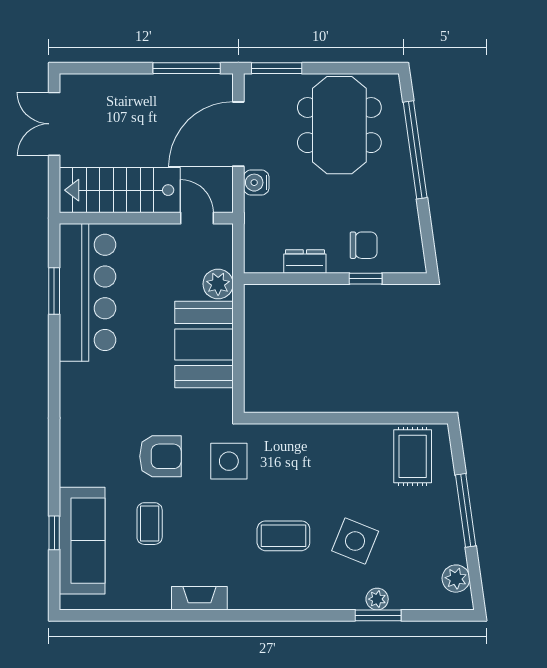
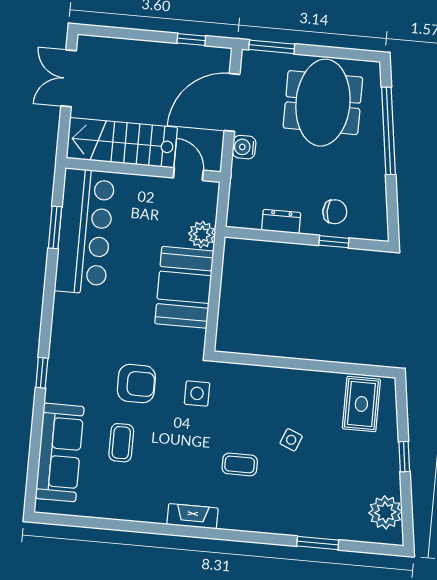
window: (187, 68) -> (191, 39), width x0.46
side table: (229, 461) -> (197, 393), width x0.73, depth x0.73
window: (466, 510) -> (404, 457), width x0.46
window: (54, 533) -> (42, 373), moved
coffee table: (283, 536) -> (240, 464), width x0.73, depth x0.77
side table: (355, 541) -> (291, 440), moved, width x0.54, depth x0.54
plant: (456, 579) -> (385, 512), width x1.36, depth x1.36
fireplace: (199, 598) -> (192, 516), moved
plant: (377, 599) -> (318, 528), removed

